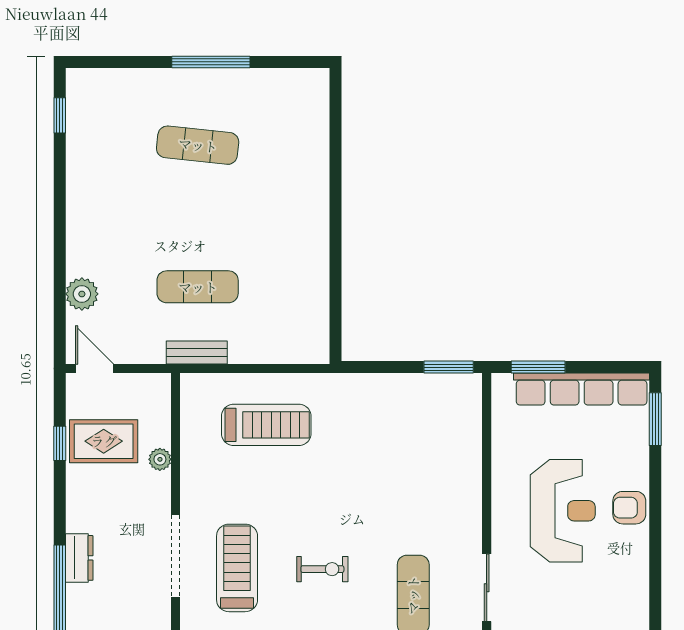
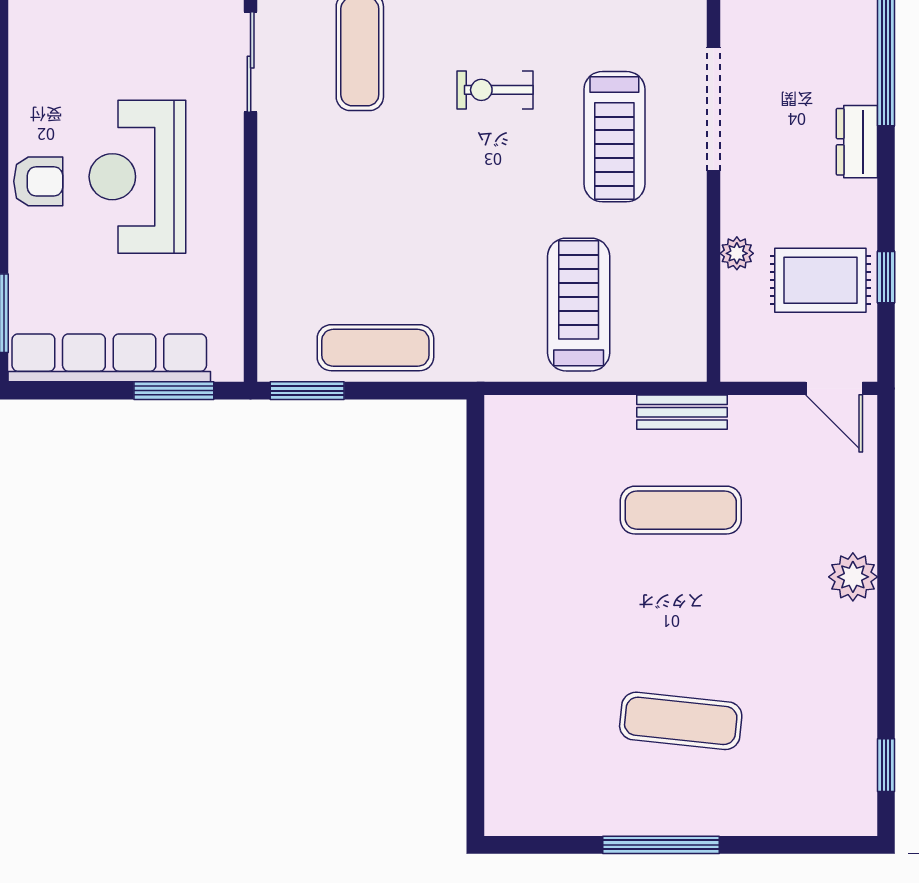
plant: (82, 294) -> (853, 577), moved
exercise mat: (403, 396) -> (375, 348), added
treadmill: (266, 425) -> (579, 305), turned 90
dresser: (79, 558) -> (857, 142), moved
treadmill: (237, 568) -> (614, 137), moved

